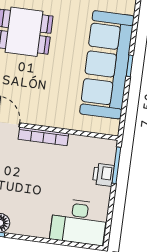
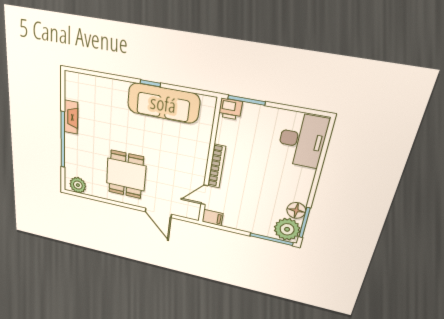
sofa: (107, 65) -> (163, 103), width x0.74, depth x0.79
printer: (103, 175) -> (230, 109), moved

